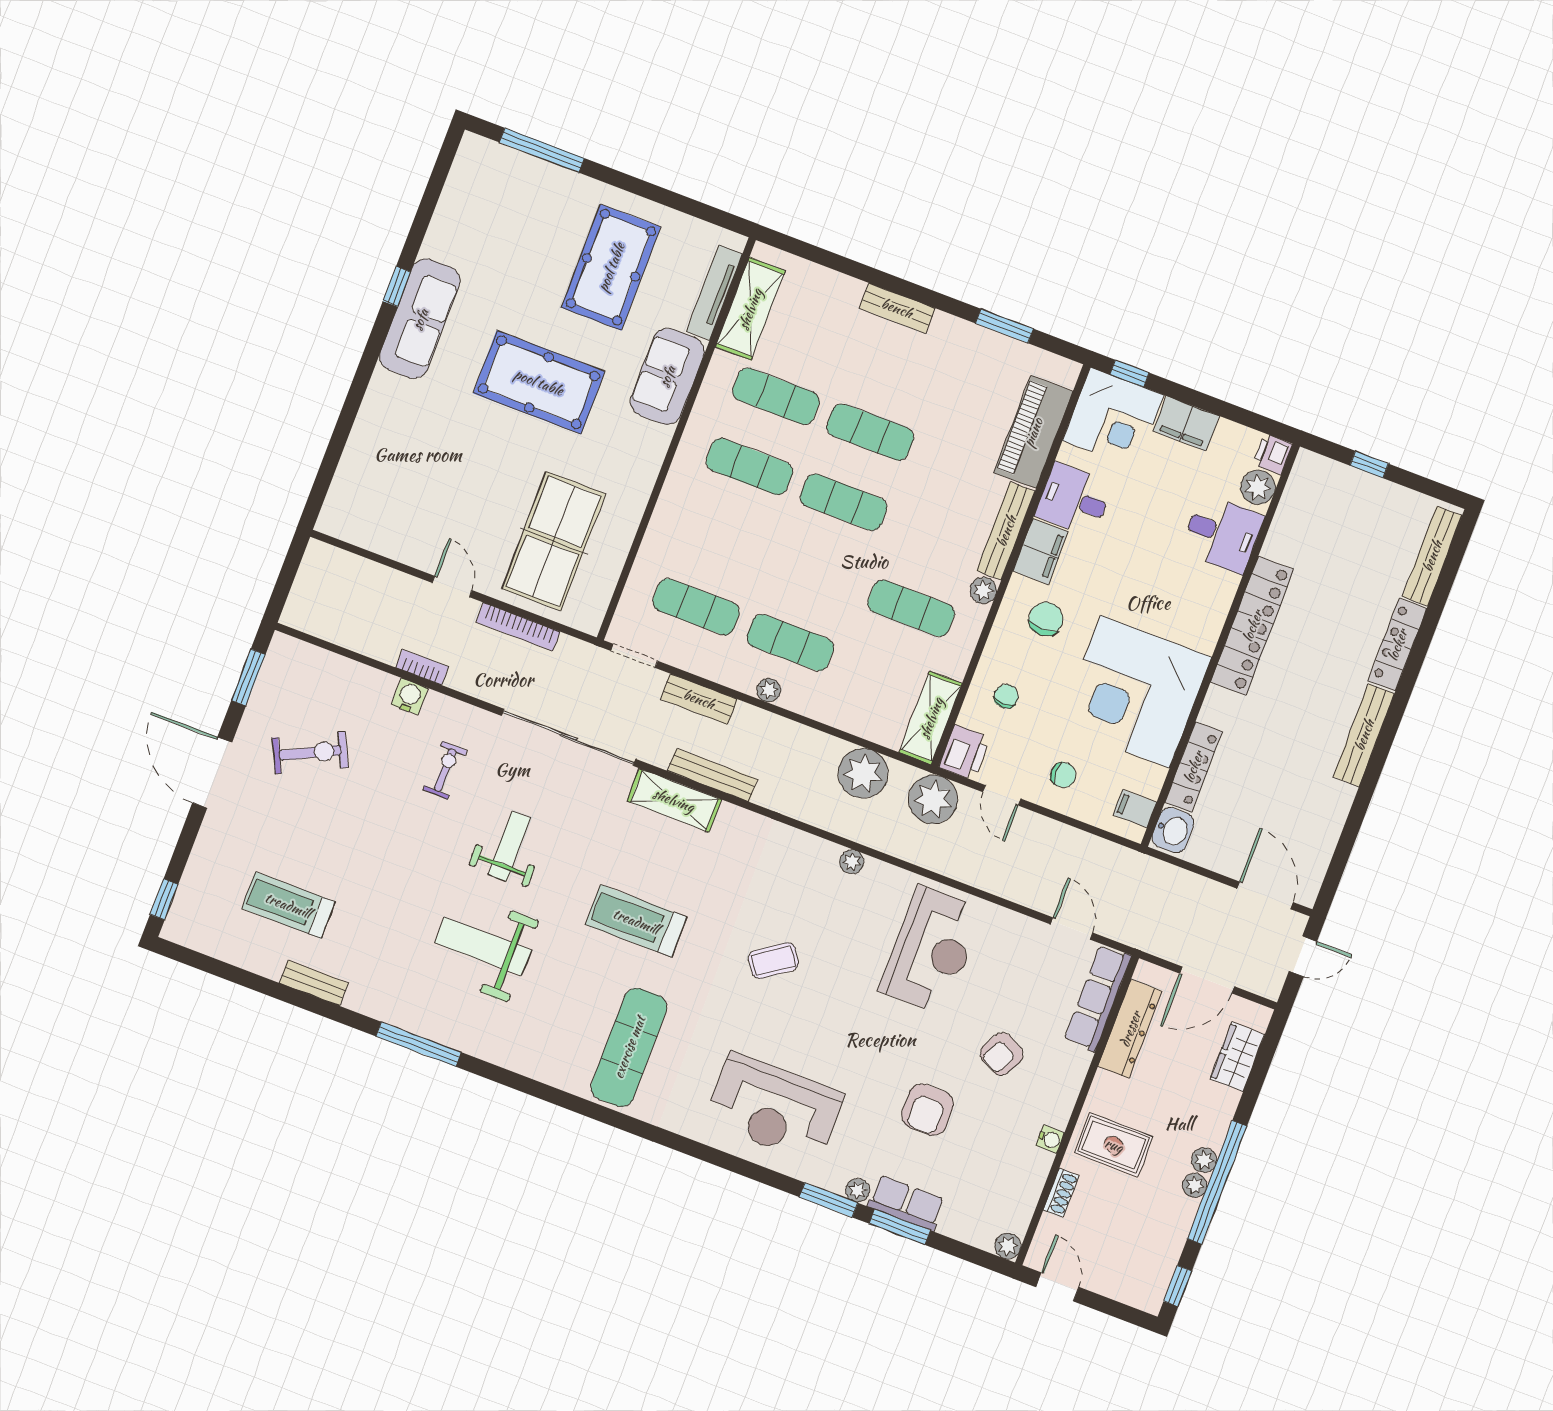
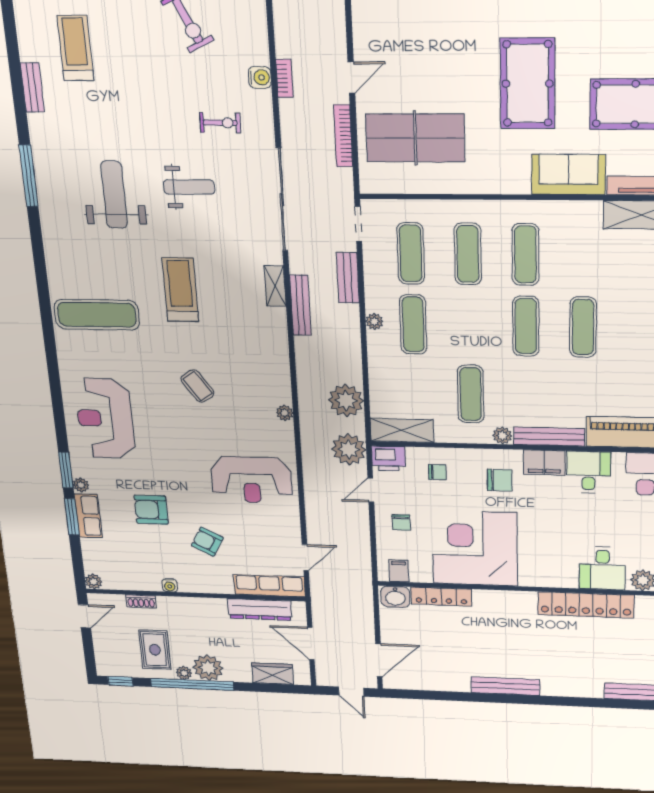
exercise mat: (776, 396) -> (468, 254), moved
locker: (1252, 626) -> (586, 605), moved
locker: (1397, 645) -> (572, 689), removed
shelving: (674, 800) -> (275, 286), width x0.67, depth x0.75
rug: (1114, 1145) -> (155, 650), moved
plant: (1204, 1160) -> (208, 668), width x1.88, depth x1.88

